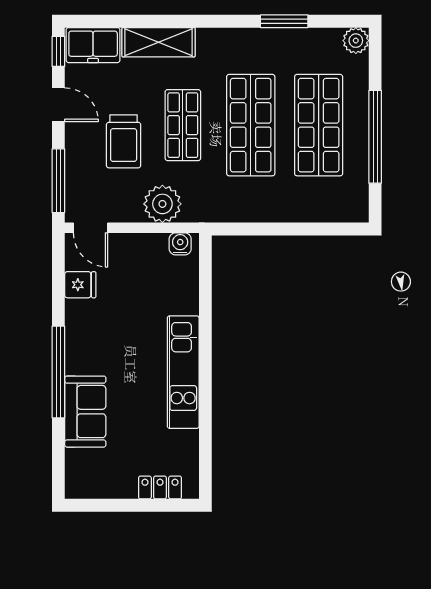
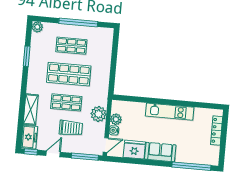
shop shelf: (319, 125) -> (71, 46), width x0.70, depth x0.74
water cooler: (180, 244) -> (114, 130), moved
plant: (154, 246) -> (116, 119), added
fridge: (80, 285) -> (134, 150), width x1.88, depth x1.34
window: (58, 372) -> (191, 166), moved
sofa: (85, 412) -> (160, 152), moved
locker: (160, 487) -> (217, 131), width x1.53

